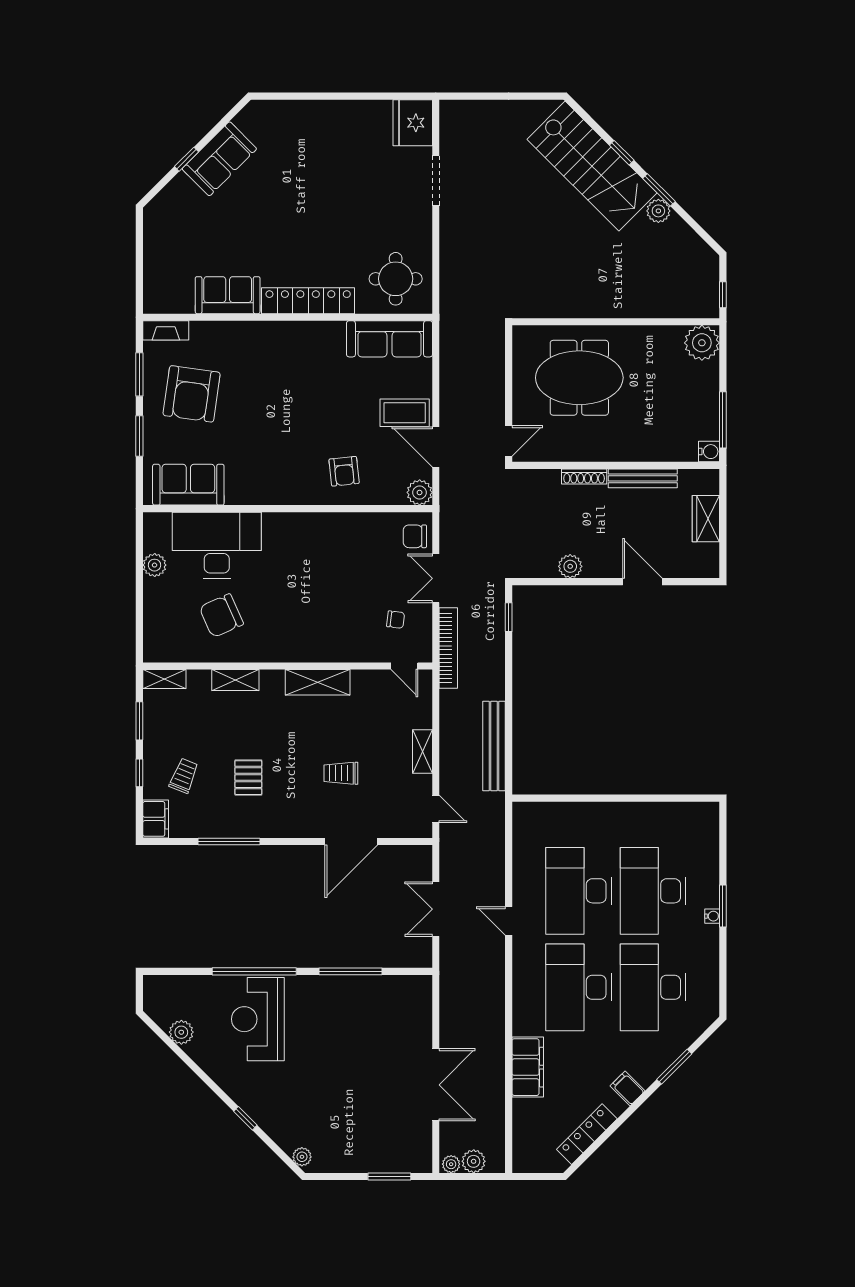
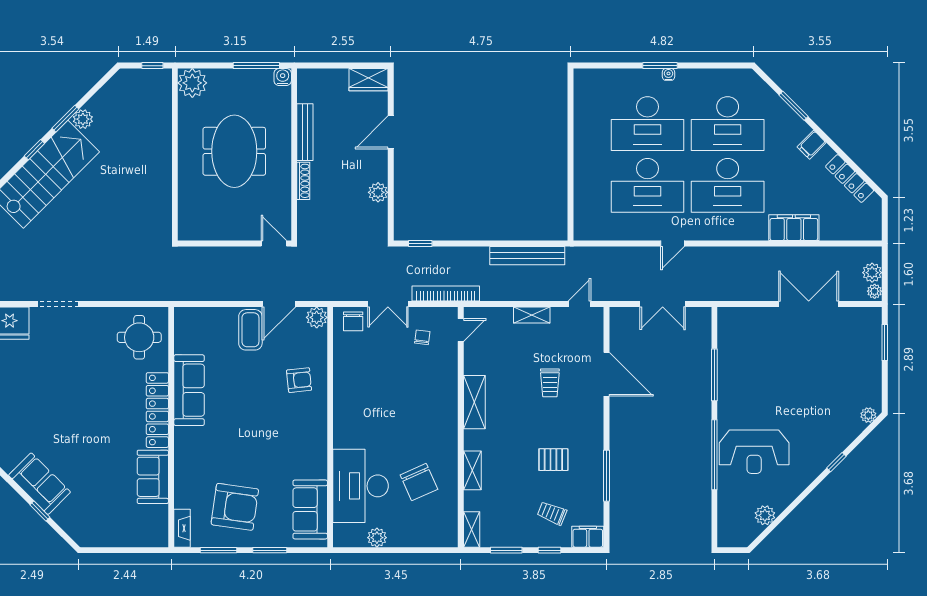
sofa: (389, 339) -> (189, 390), moved
meeting table: (579, 378) -> (234, 151), moved
wardrobe: (706, 519) -> (368, 80), moved

